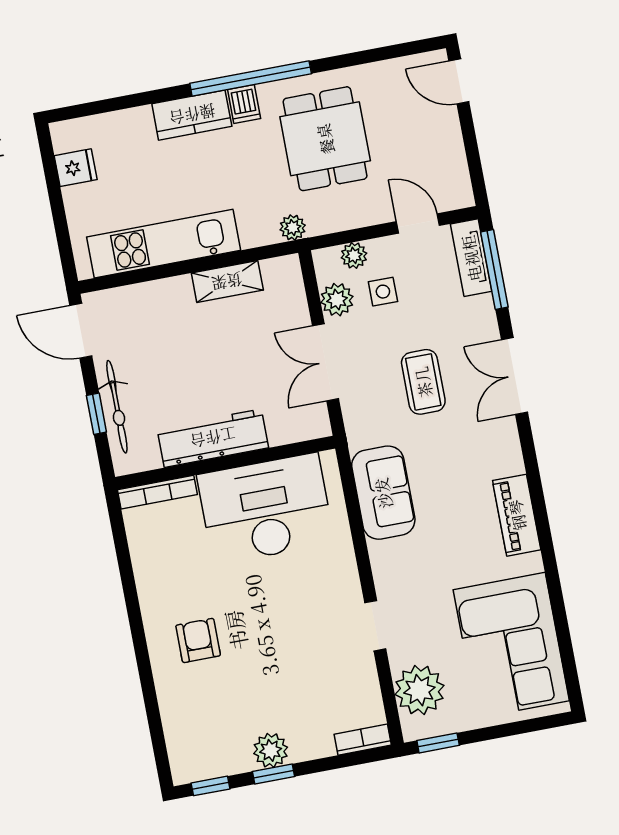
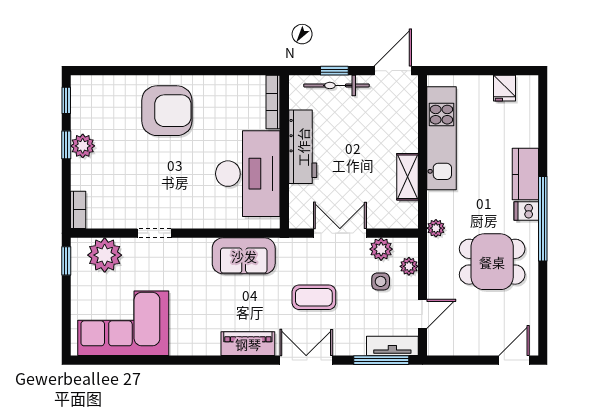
piano: (517, 515) -> (248, 344), moved
armchair: (198, 640) -> (167, 111), width x1.88, depth x1.88

